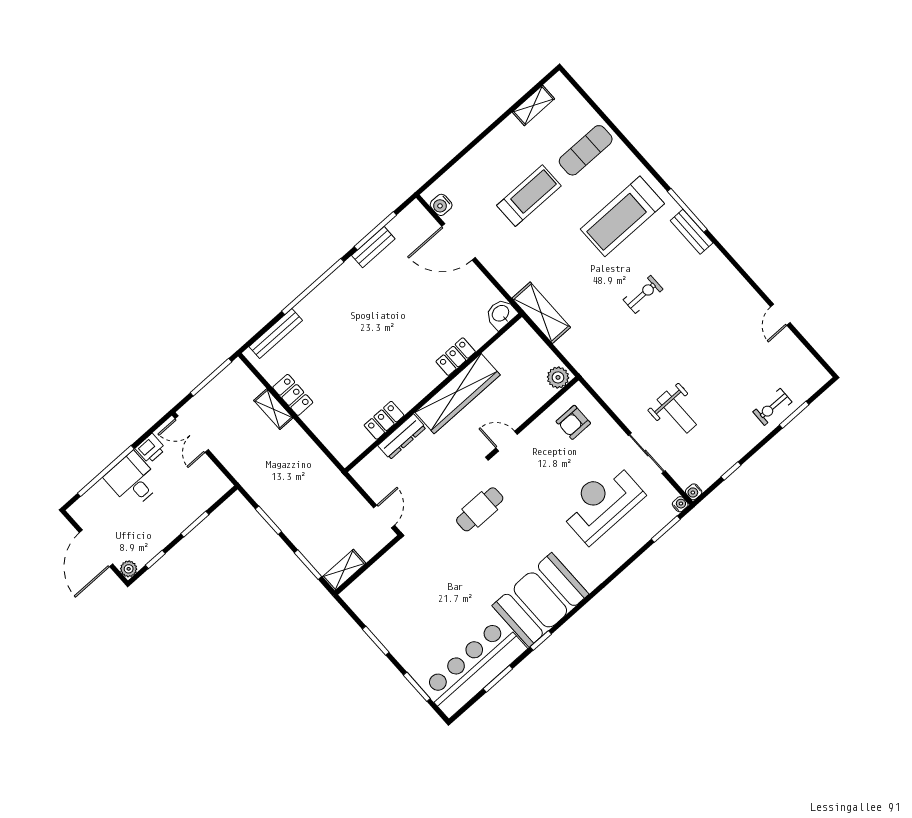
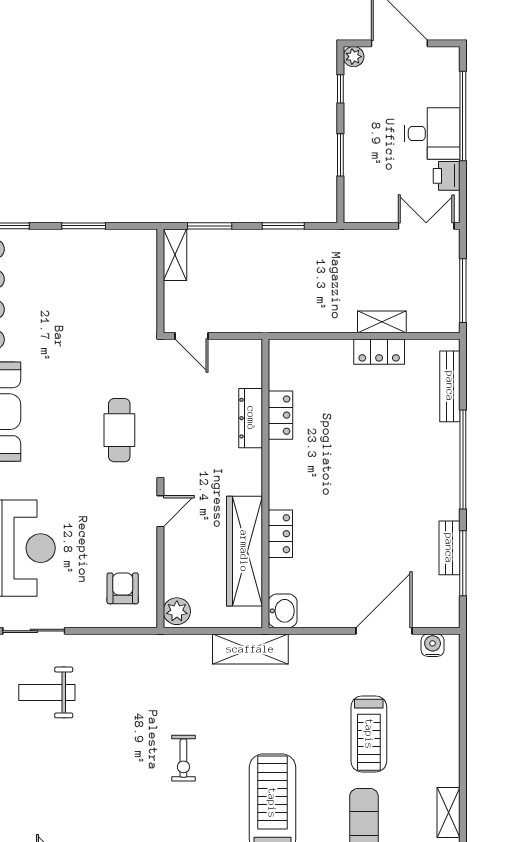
wardrobe: (458, 394) -> (244, 551), moved

